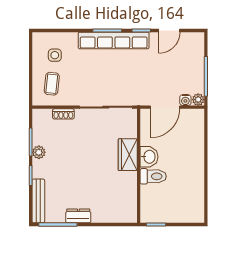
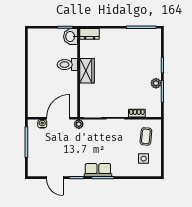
door: (169, 31) -> (55, 178), swing flipped
row of seats: (114, 40) -> (98, 170), width x0.50
plant: (198, 100) -> (79, 124), moved
wardrobe: (128, 155) -> (87, 71), moved
washbasin: (149, 157) -> (71, 37), moved
bench: (38, 201) -> (156, 45), removed
dresser: (78, 216) -> (90, 34), moved

